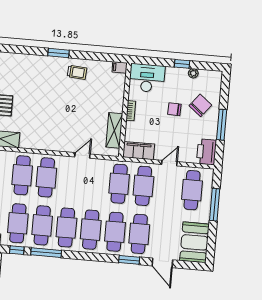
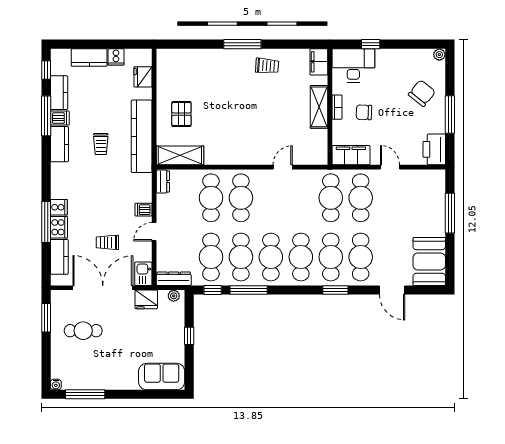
window: (58, 53) -> (242, 44), width x1.44
window: (182, 64) -> (371, 44), moved
filing cabinet: (120, 67) -> (319, 62), width x2.00
plant: (193, 73) -> (439, 55), moved
chair: (174, 109) -> (364, 112), moved
shelving: (114, 130) -> (319, 107), moved
door: (169, 163) -> (390, 167), hinge flipped
cafe table: (192, 190) -> (421, 198), removed
window: (129, 260) -> (335, 290), moved

